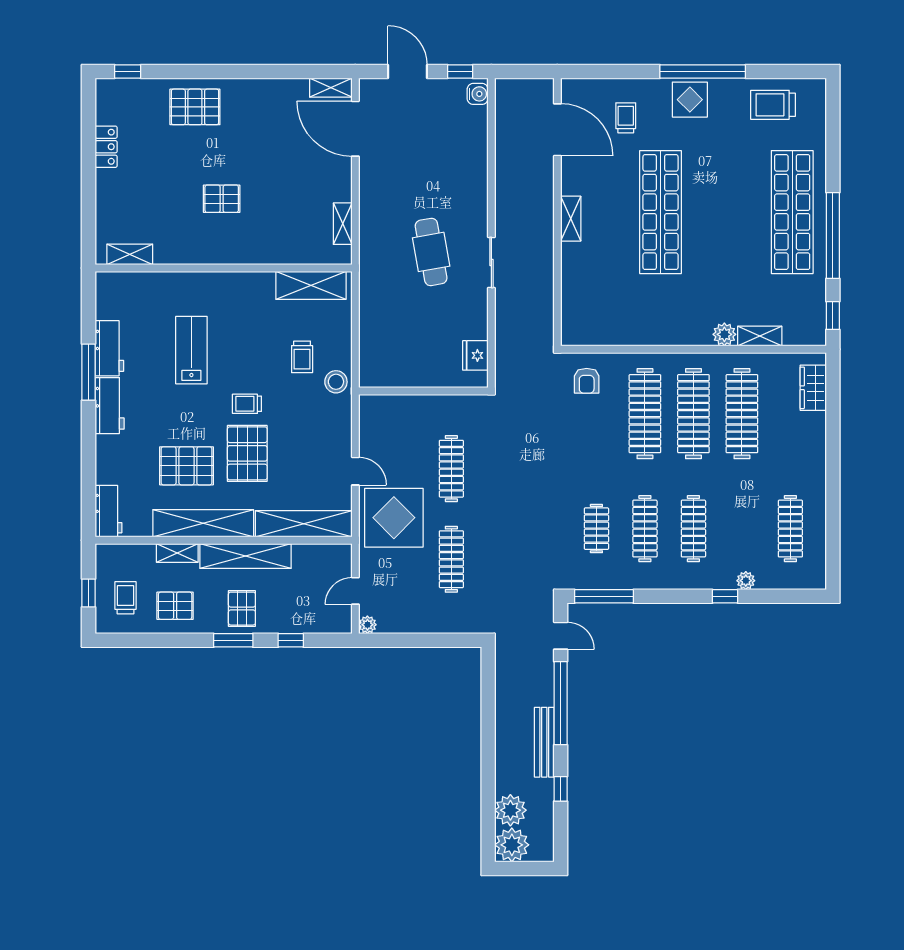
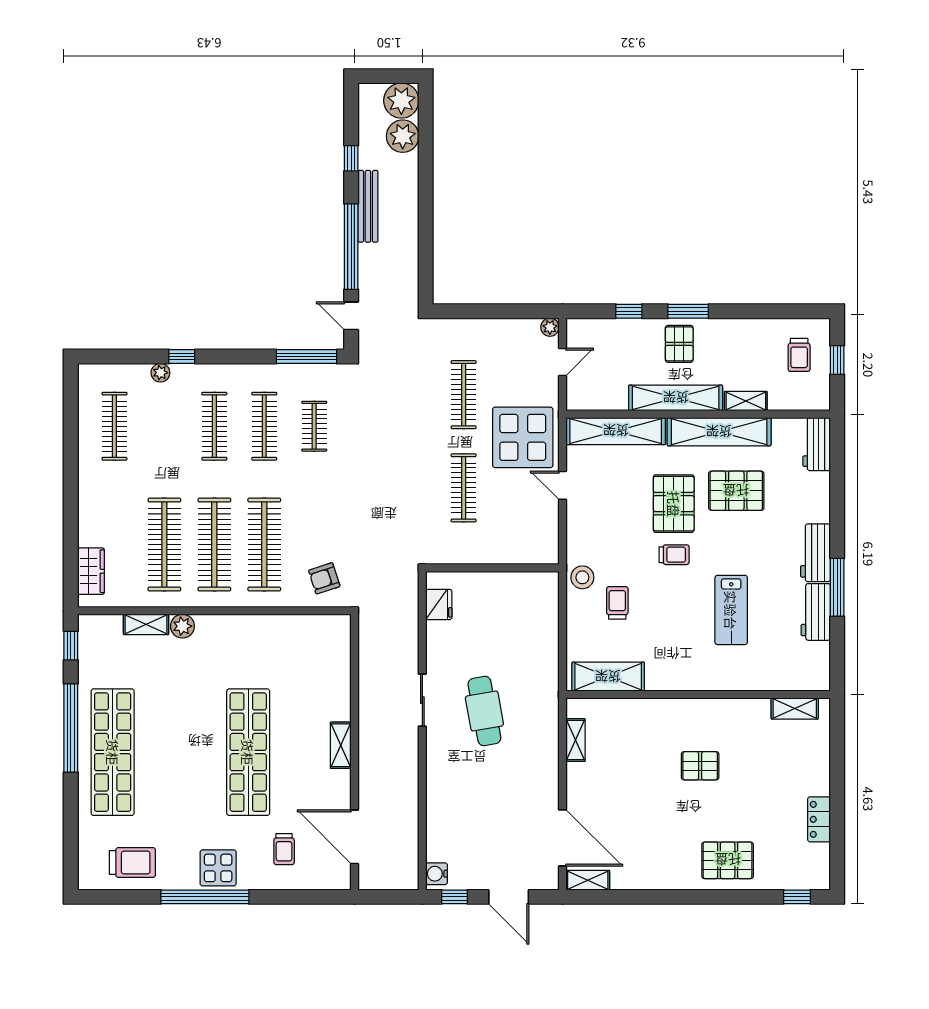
armchair: (587, 381) -> (324, 578), turned -108
pallet: (175, 606) -> (748, 347), removed

